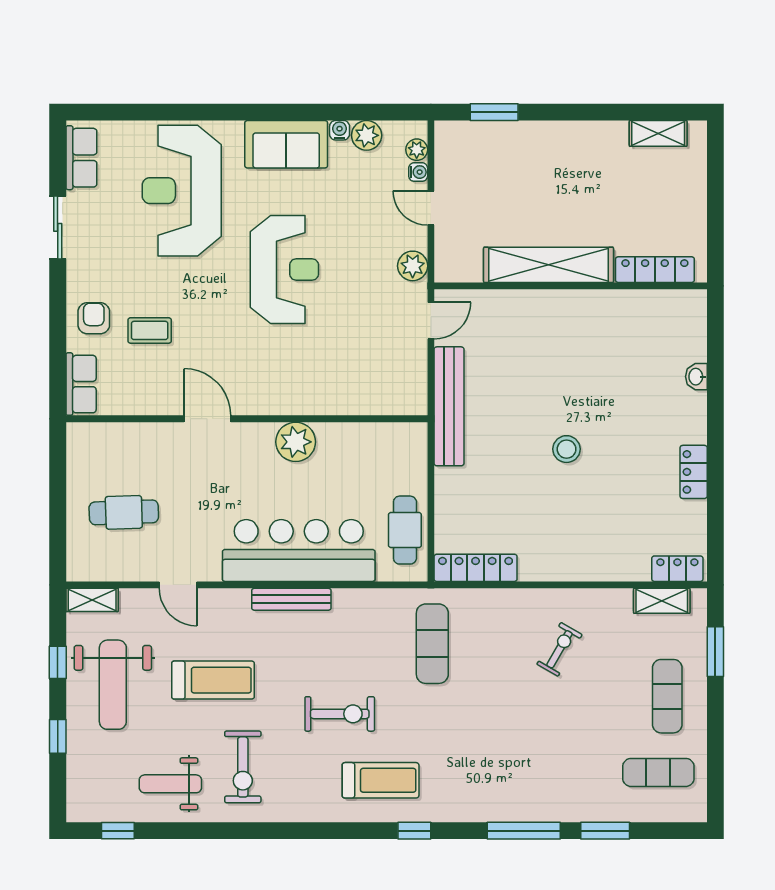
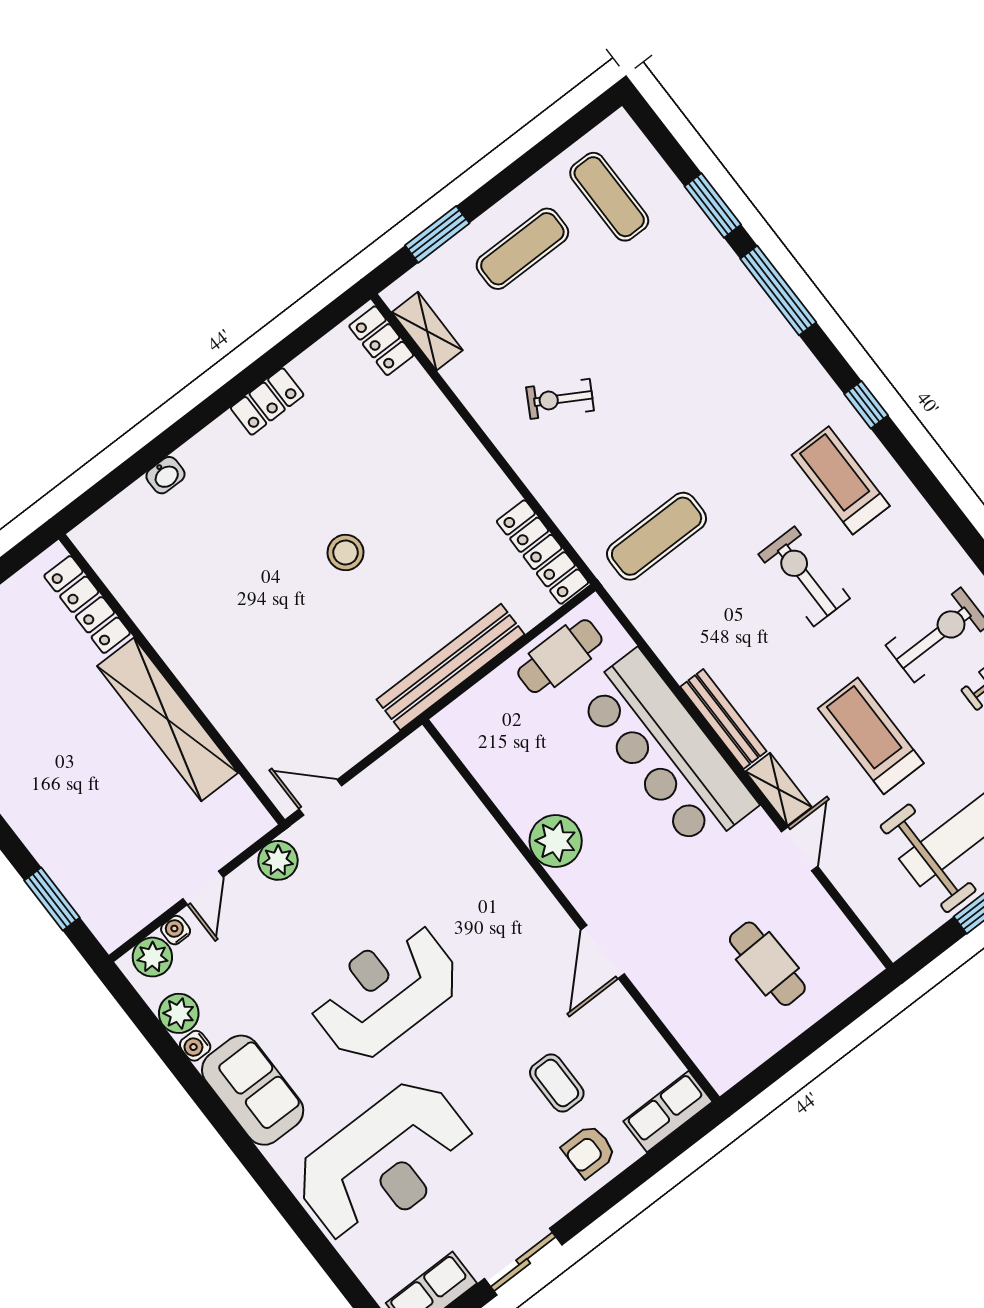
plant: (417, 150) -> (152, 957), width x1.38, depth x1.38
bench: (449, 406) -> (451, 667), moved
shelving: (92, 600) -> (779, 789), moved

